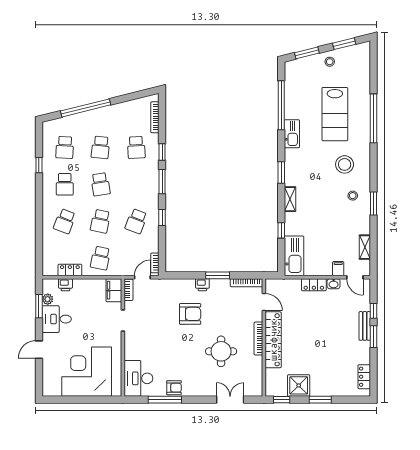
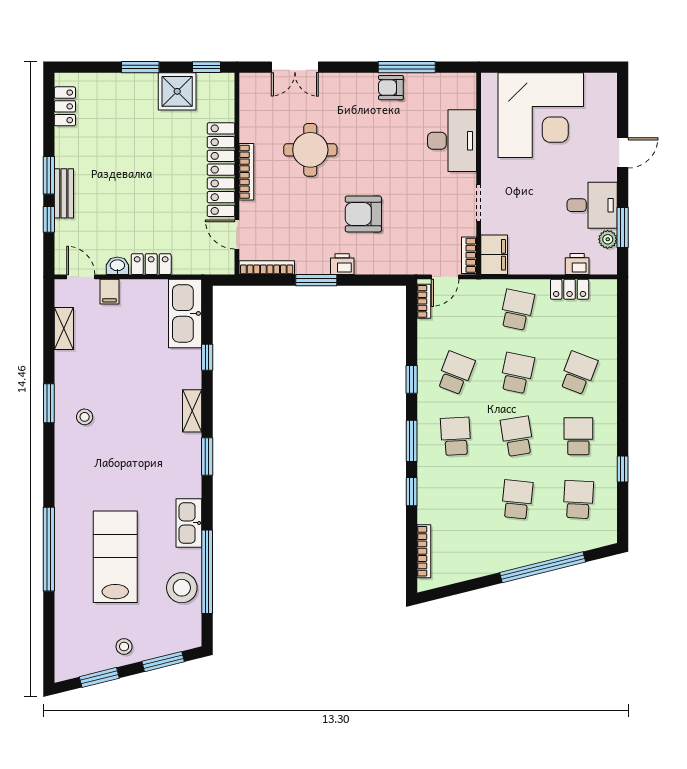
school desk: (136, 147) -> (456, 436), moved
stool: (345, 164) -> (182, 588), moved
desk: (138, 378) -> (452, 141), moved

